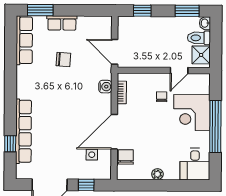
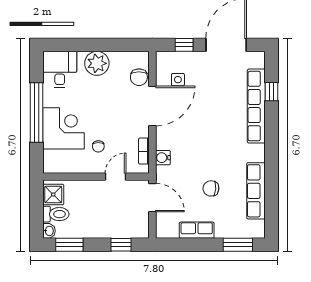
row of seats: (62, 23) -> (197, 230), moved
row of seats: (24, 40) -> (256, 191), moved
door: (179, 70) -> (116, 177), moved
plant: (157, 174) -> (97, 63), width x1.88, depth x1.88

